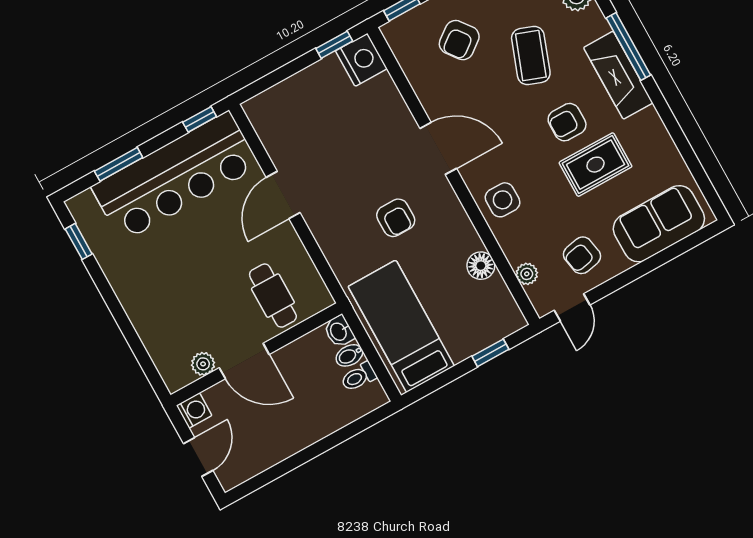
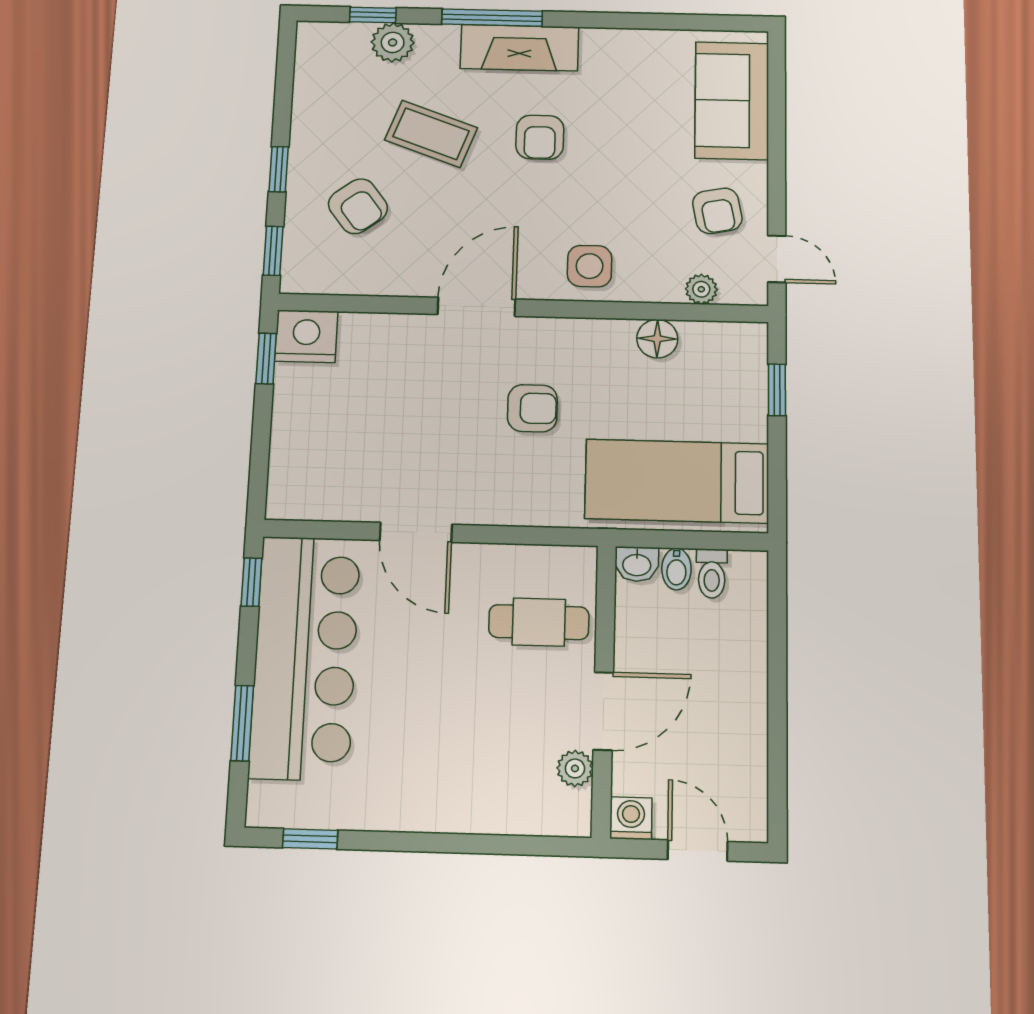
rug: (595, 165) -> (613, 133), removed

